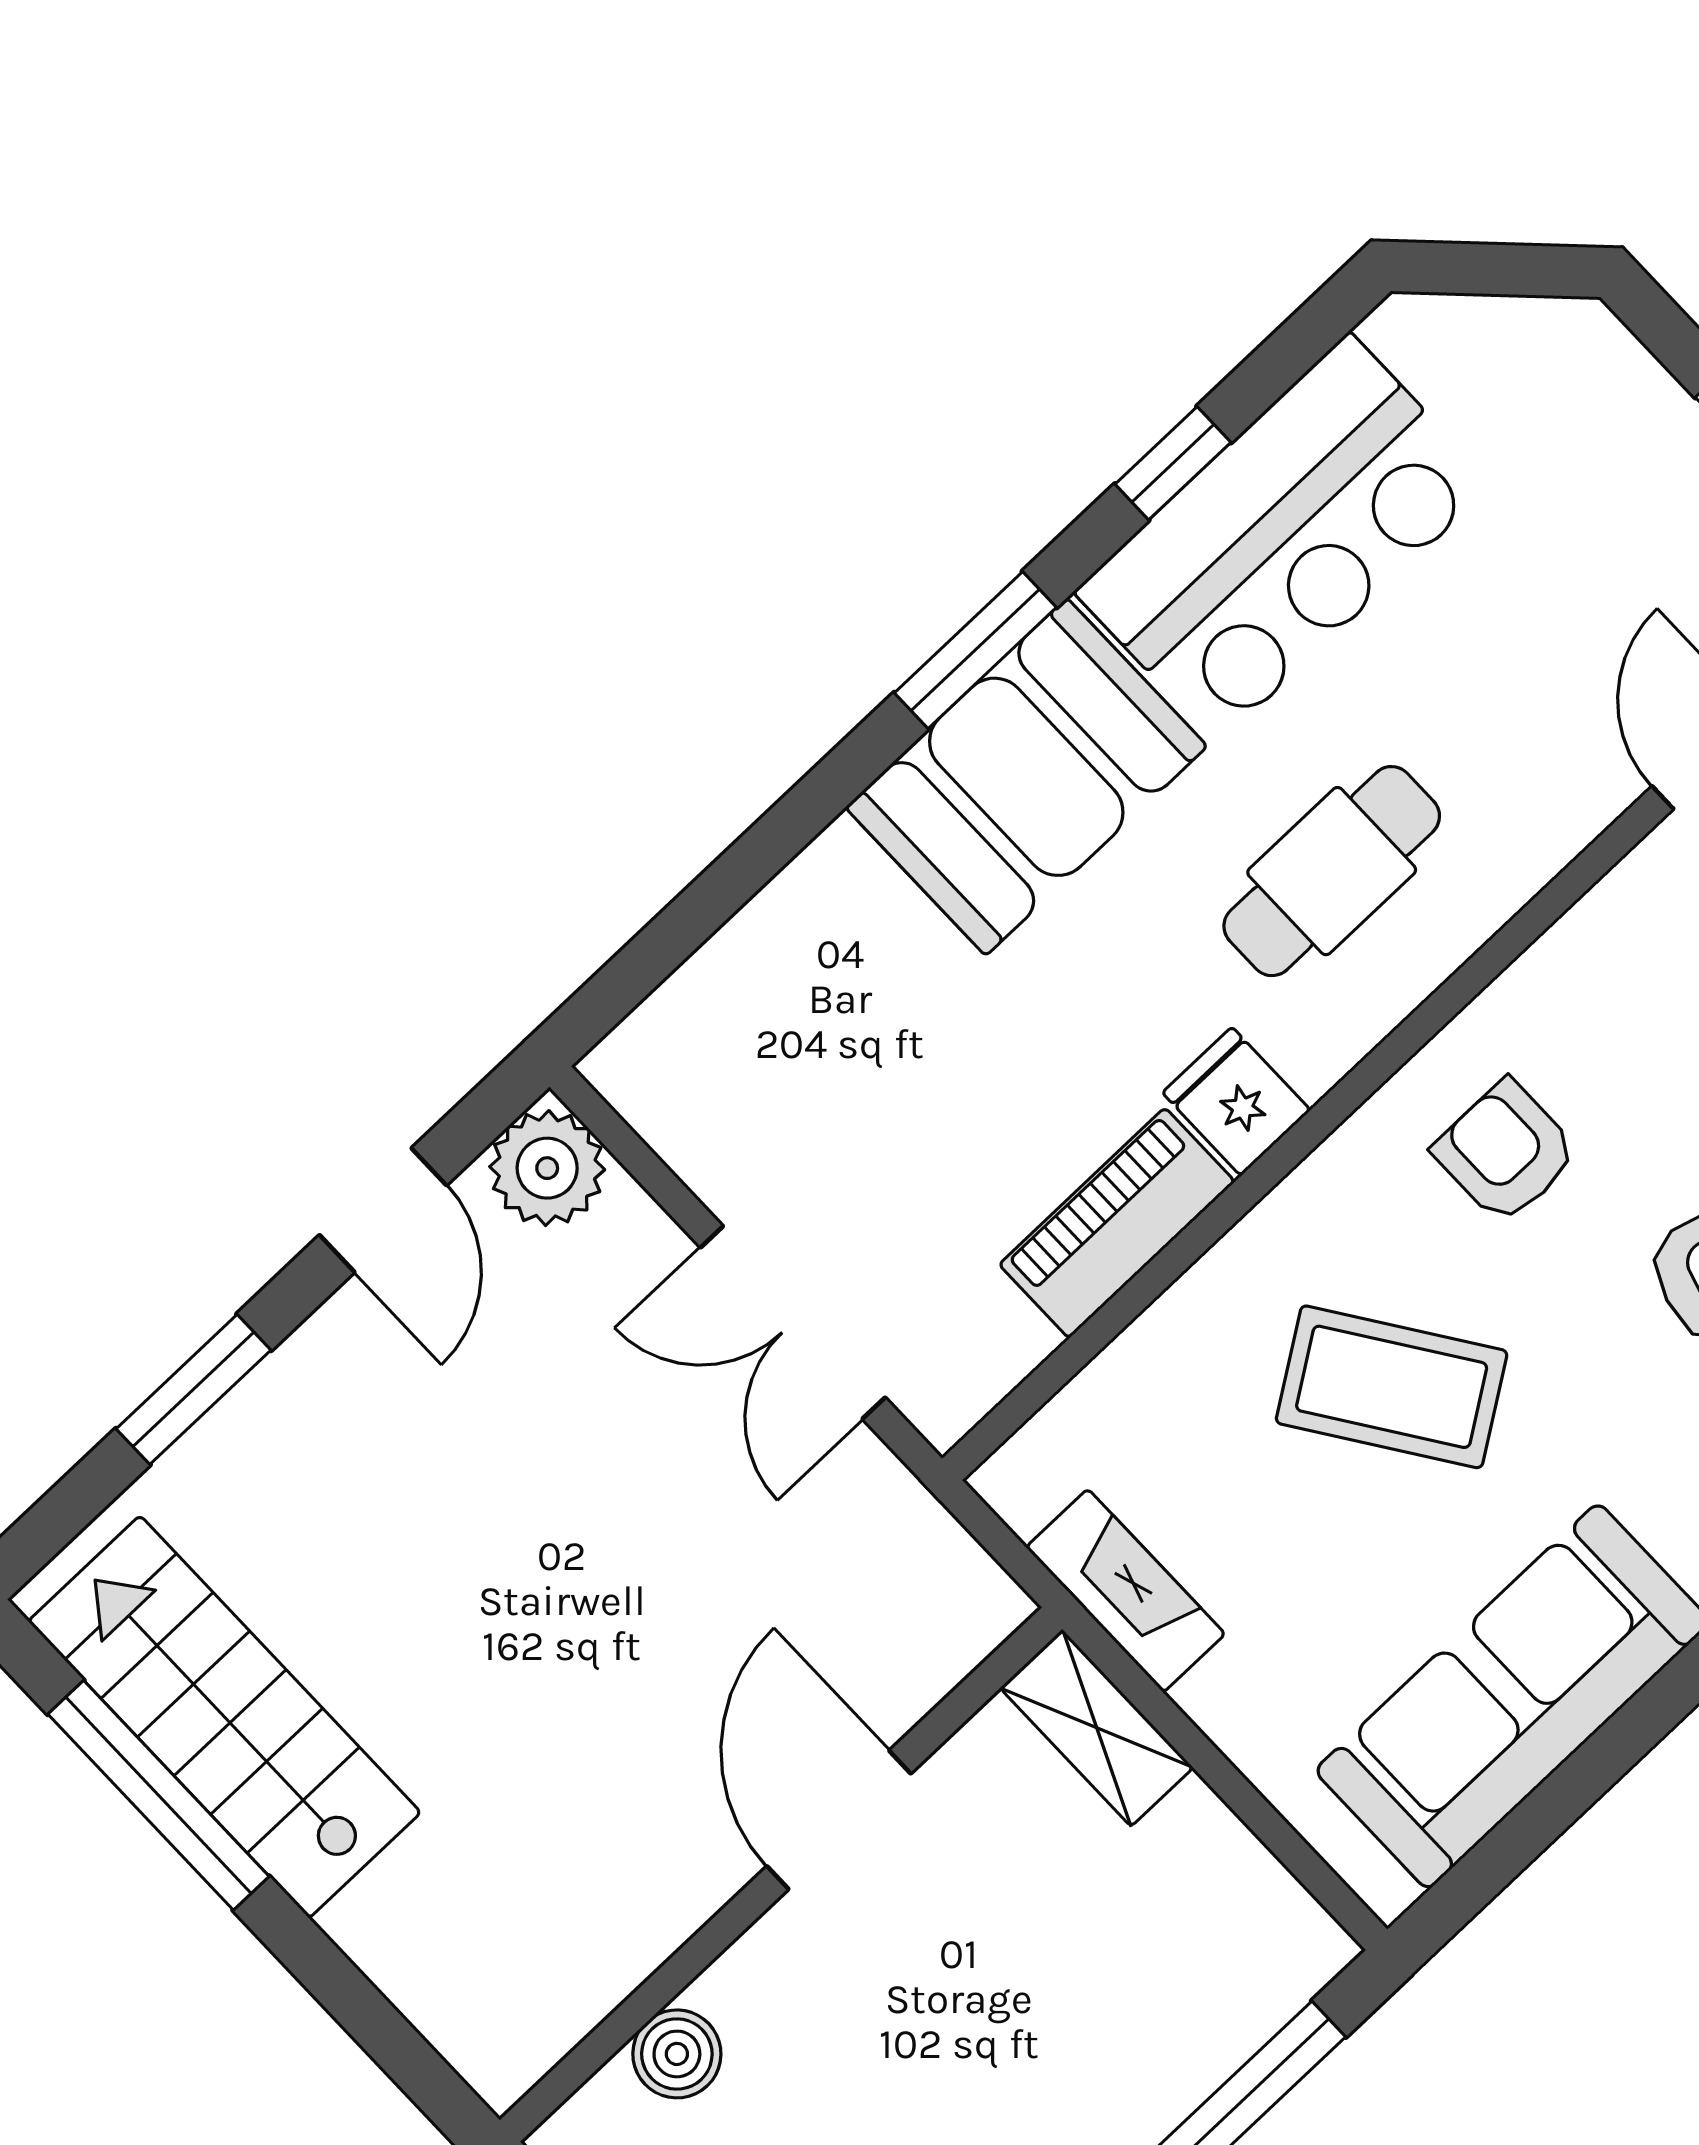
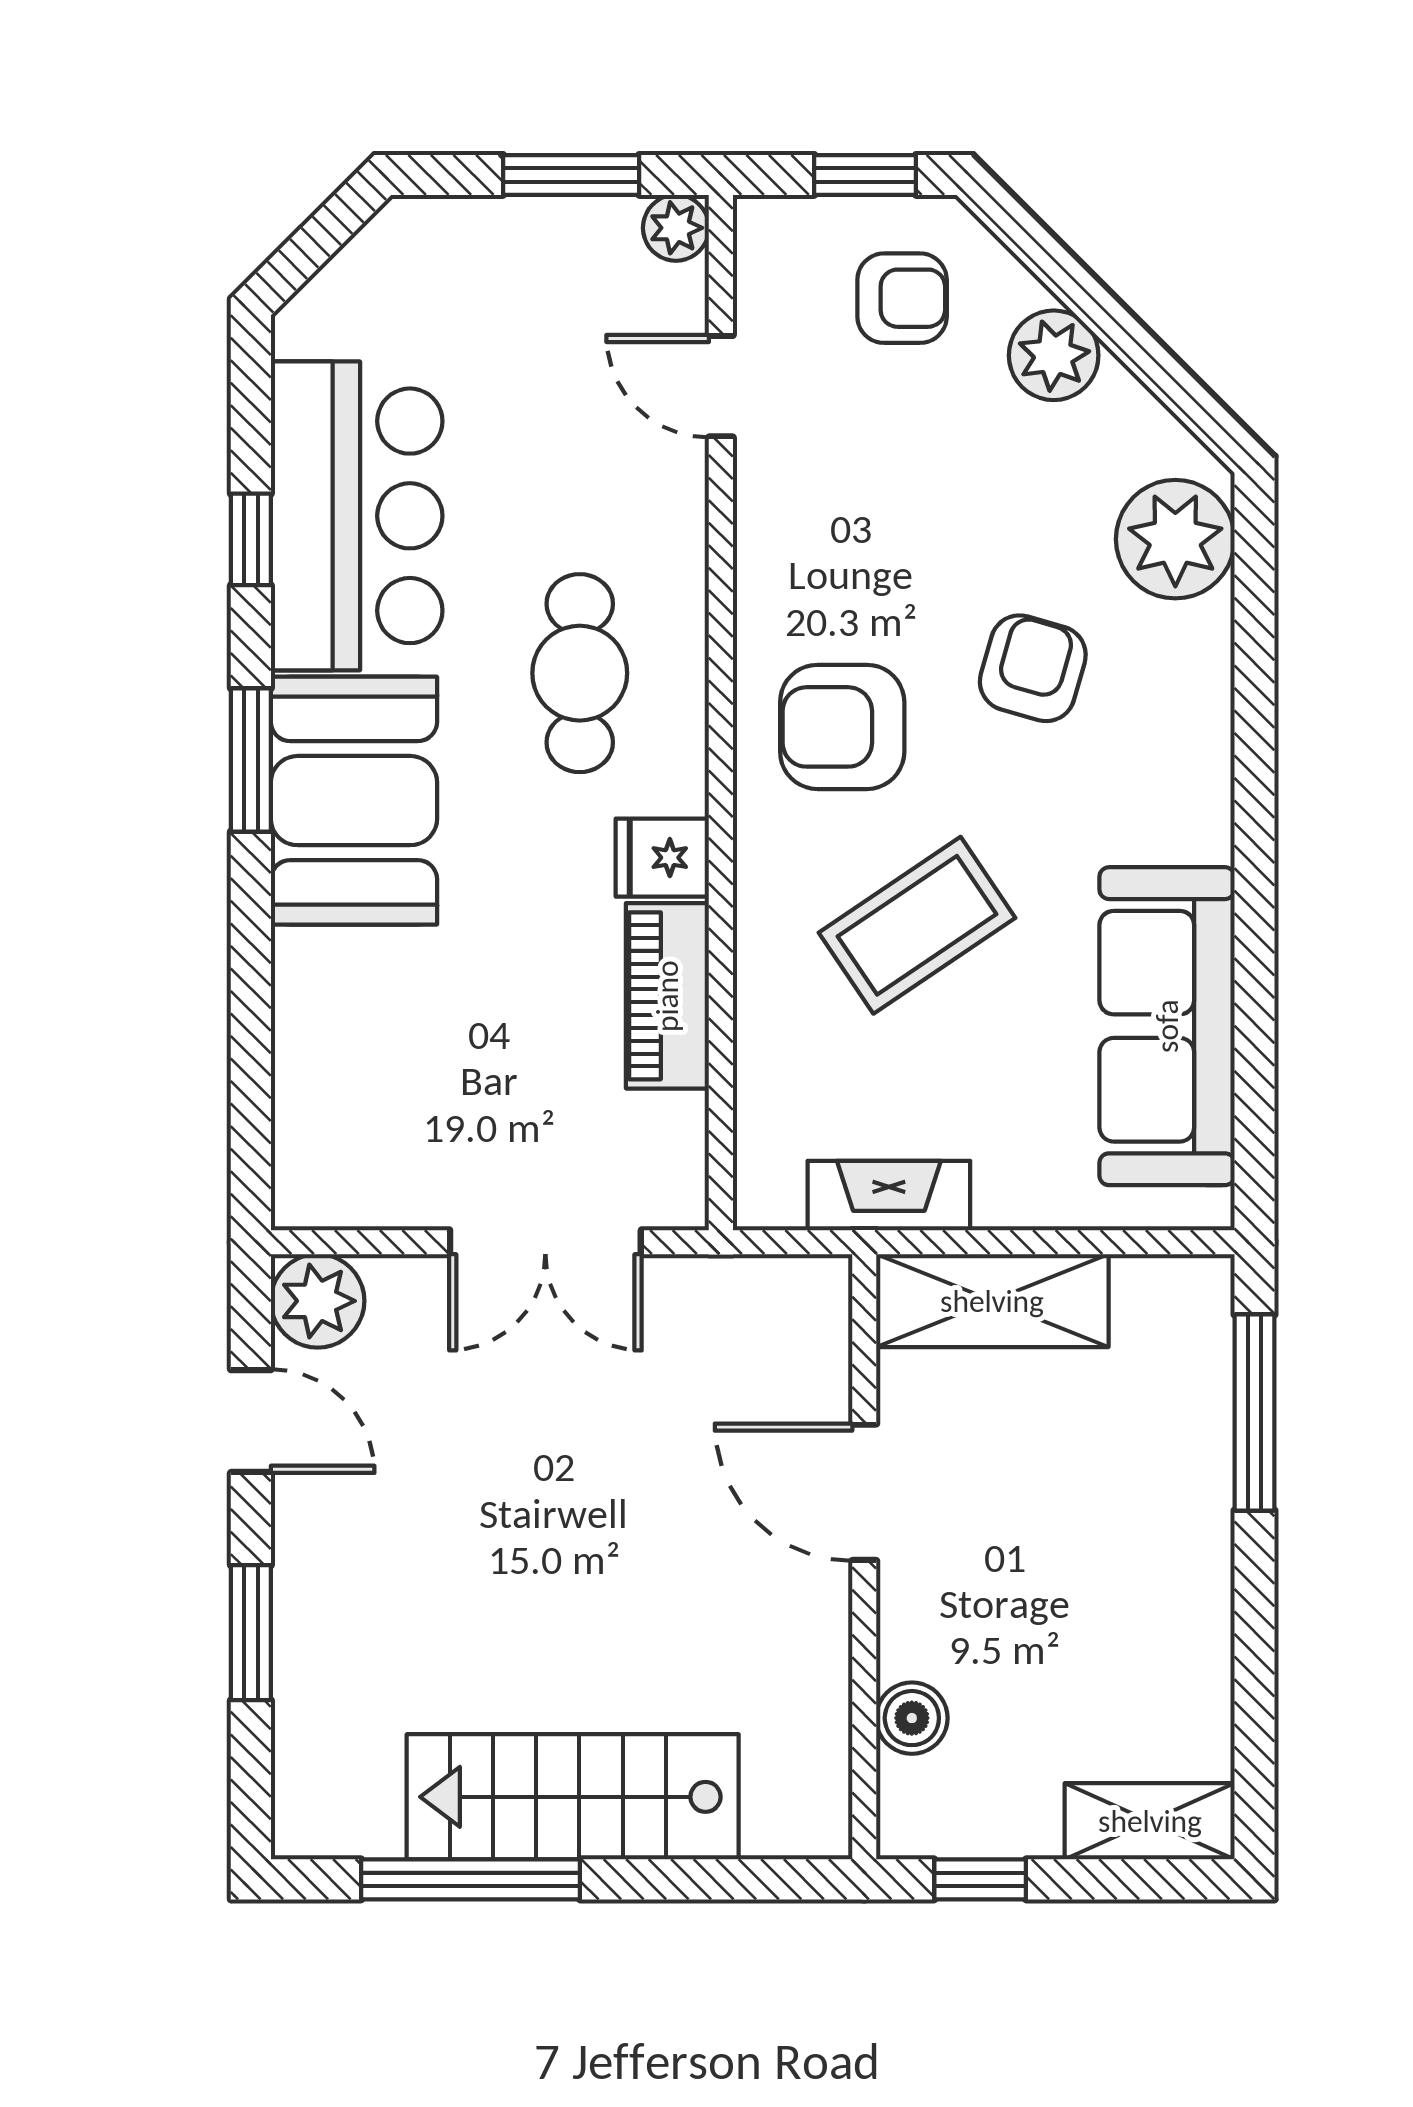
armchair: (1506, 1152) -> (842, 727), width x1.38, depth x1.38
stairs: (224, 1717) -> (573, 1797), moved
shelving: (1097, 1728) -> (992, 1301), width x1.50, depth x1.33

